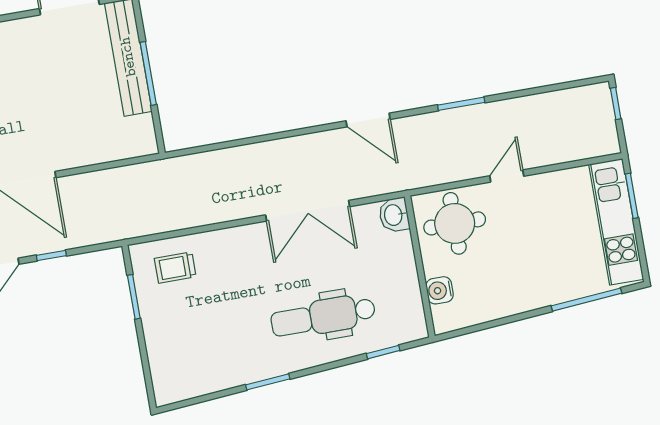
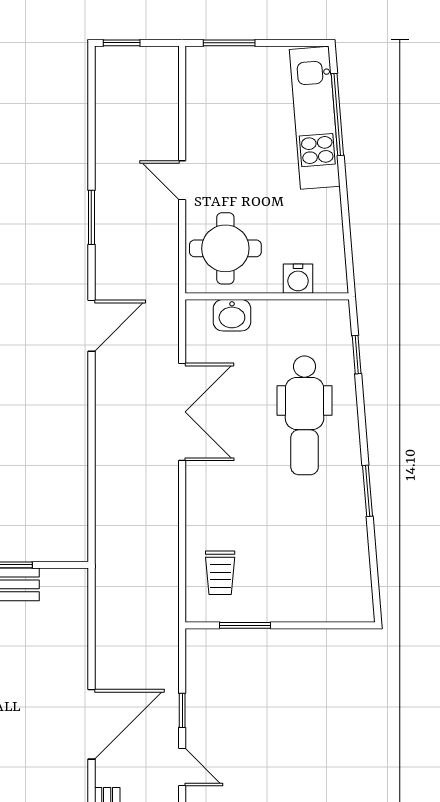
washbasin: (394, 215) -> (232, 315), moved
kitchen unit: (616, 222) -> (315, 118), moved, turned 85

